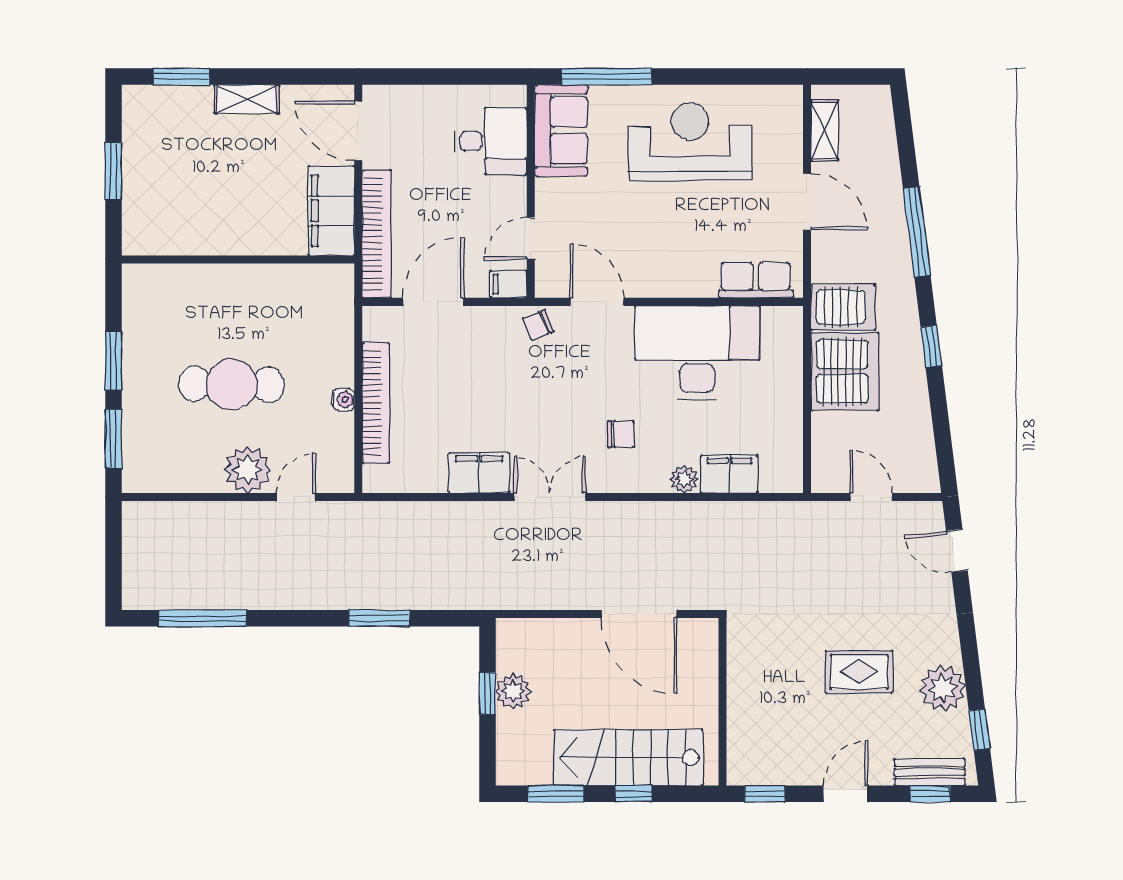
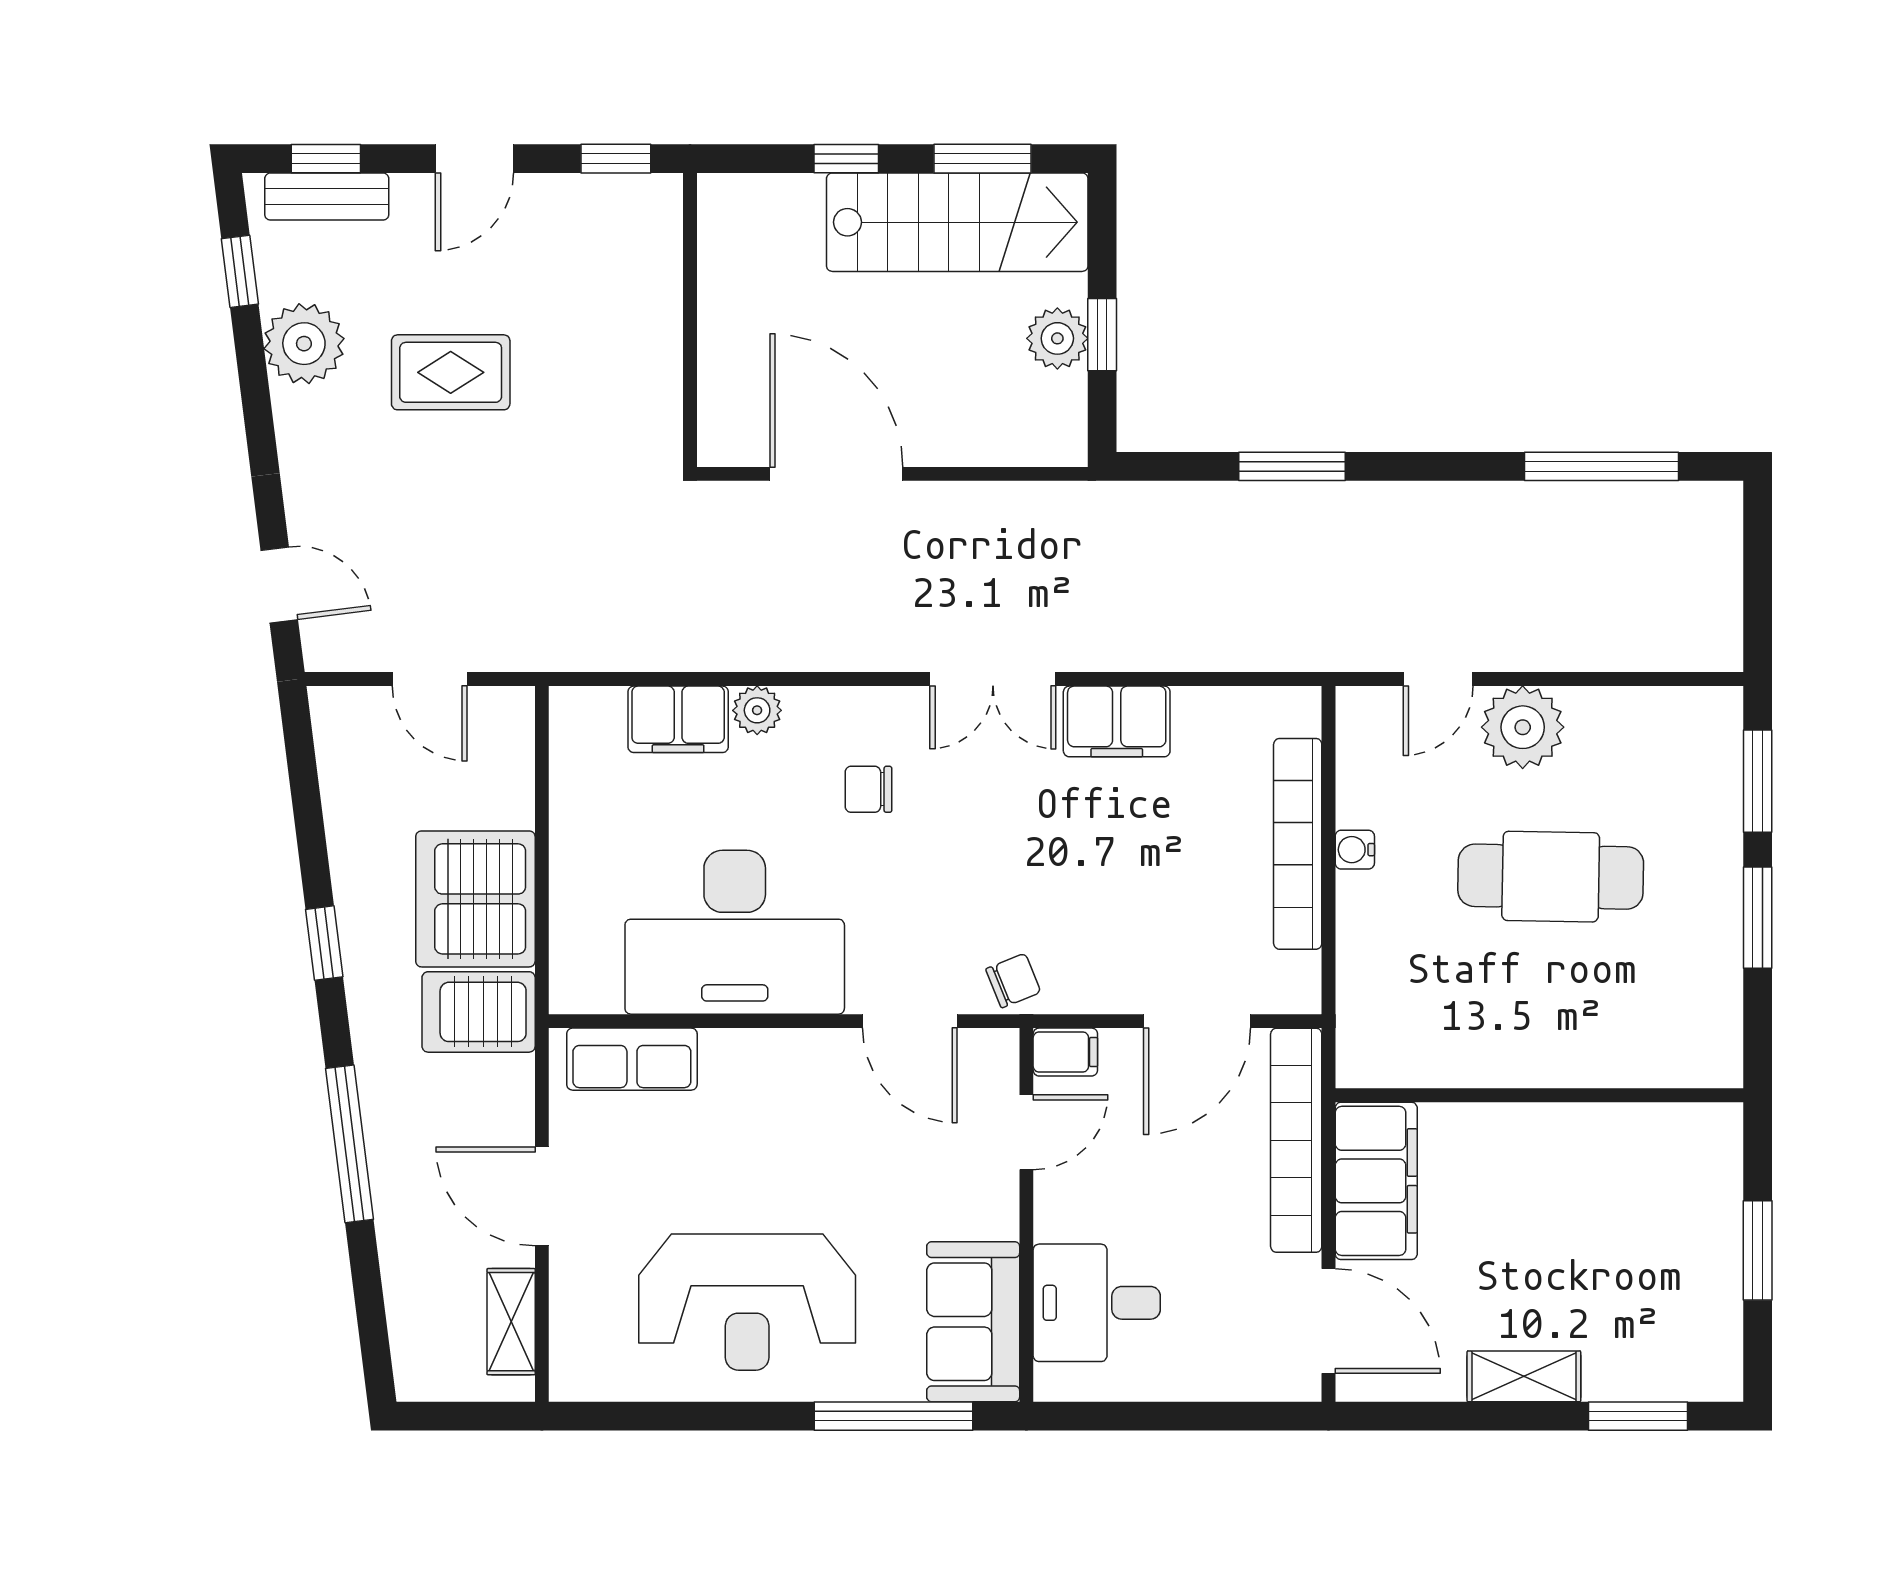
stairs: (628, 758) -> (957, 222), moved

